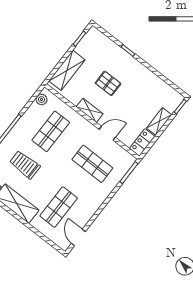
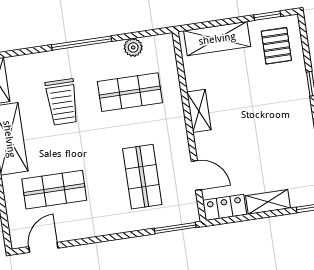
pallet: (108, 83) -> (276, 46), moved
plant: (41, 99) -> (133, 47), moved
door: (107, 133) -> (196, 175), moved
trolley: (25, 165) -> (62, 102), turned 180

